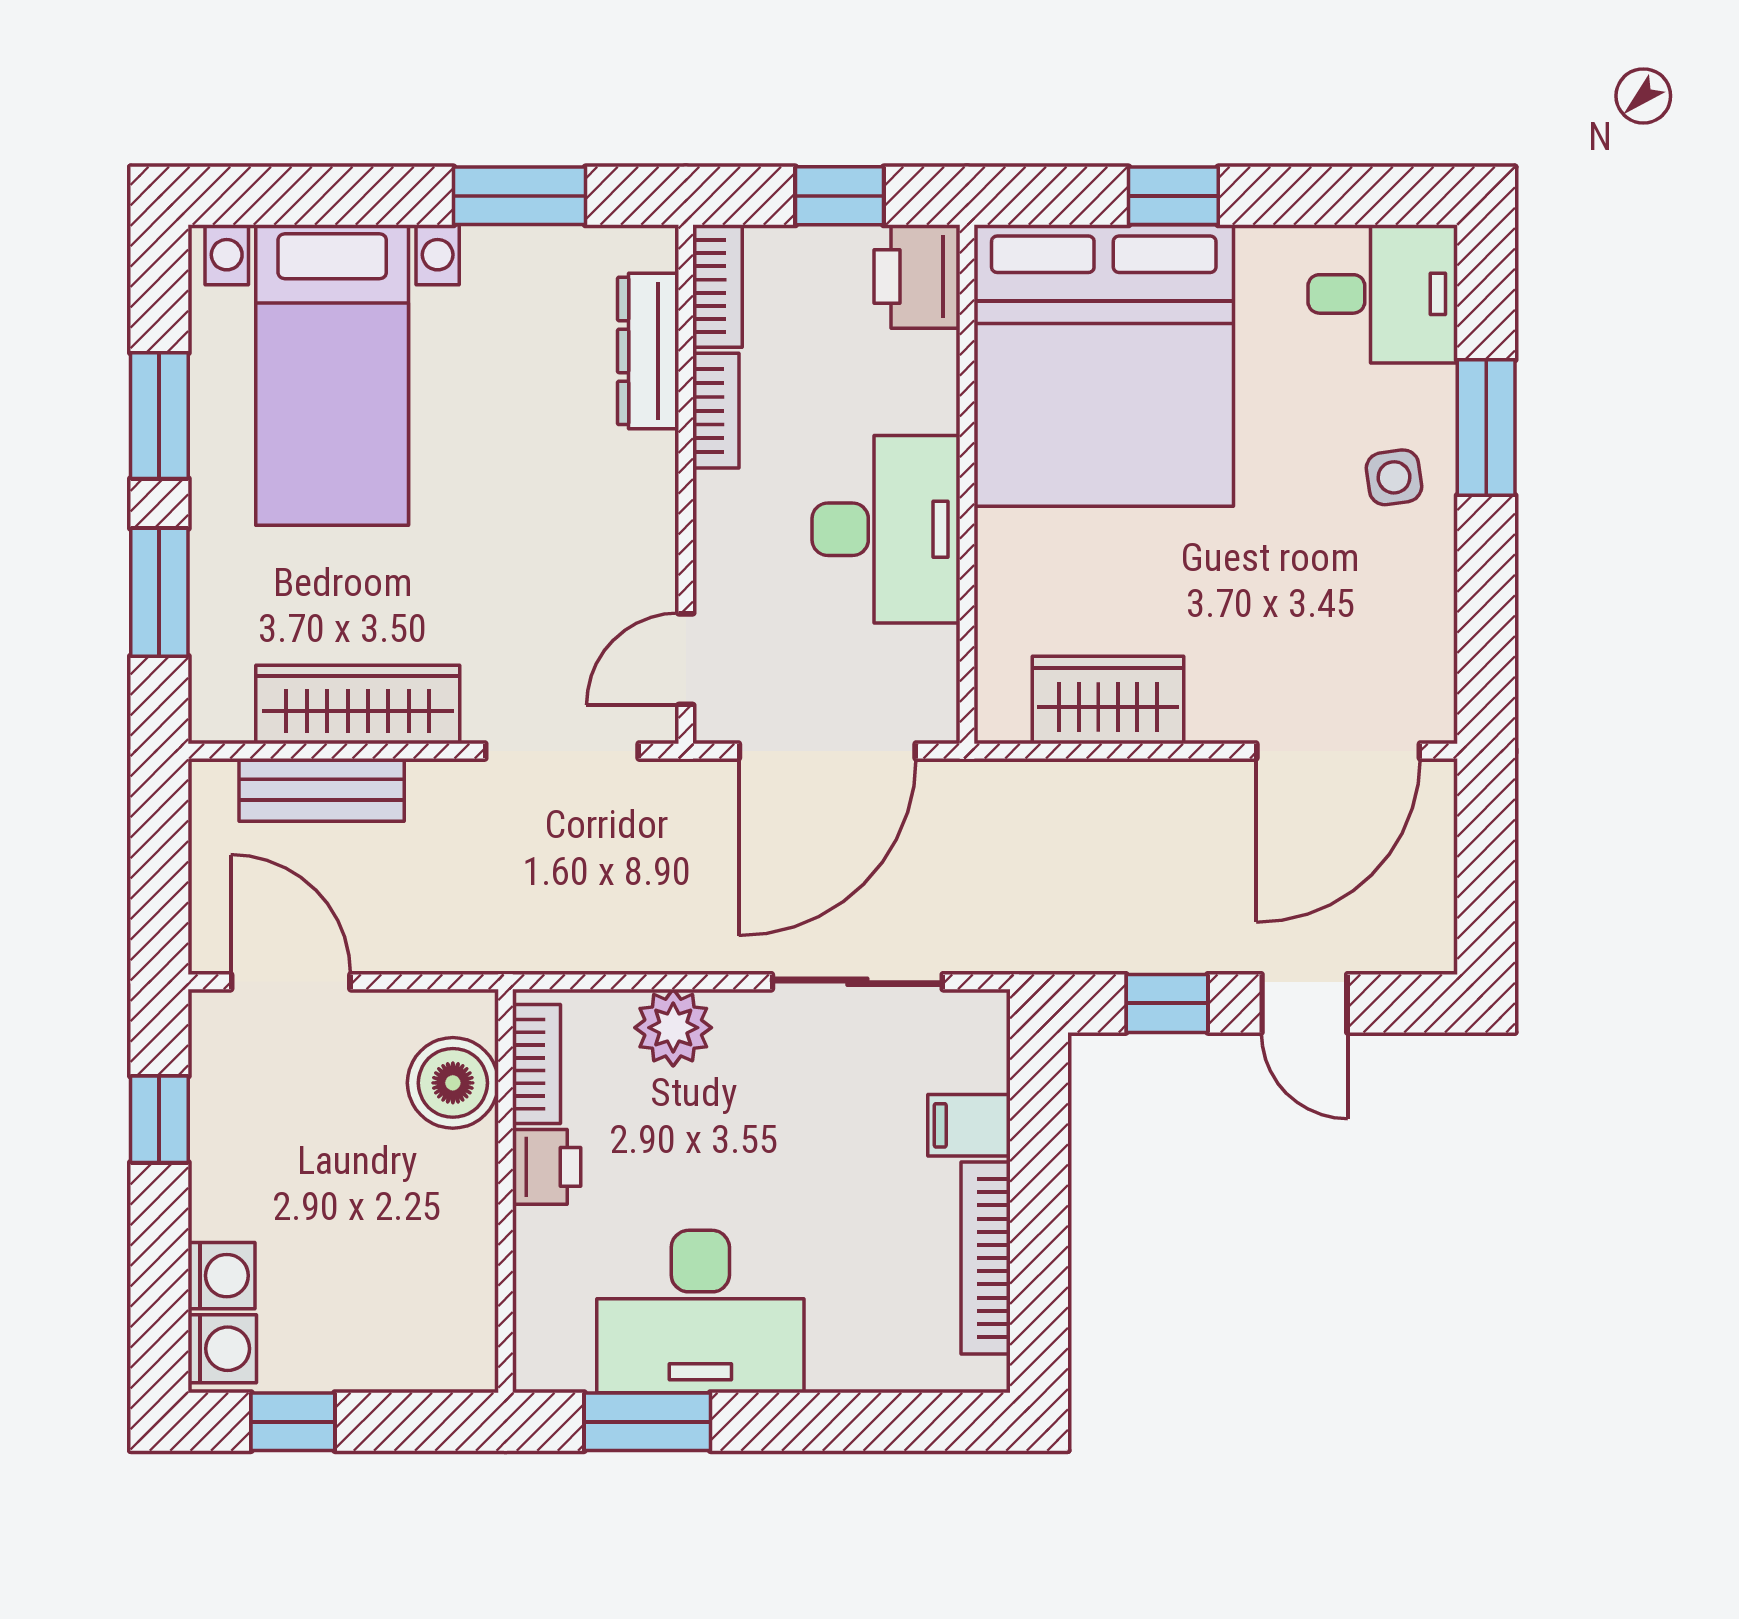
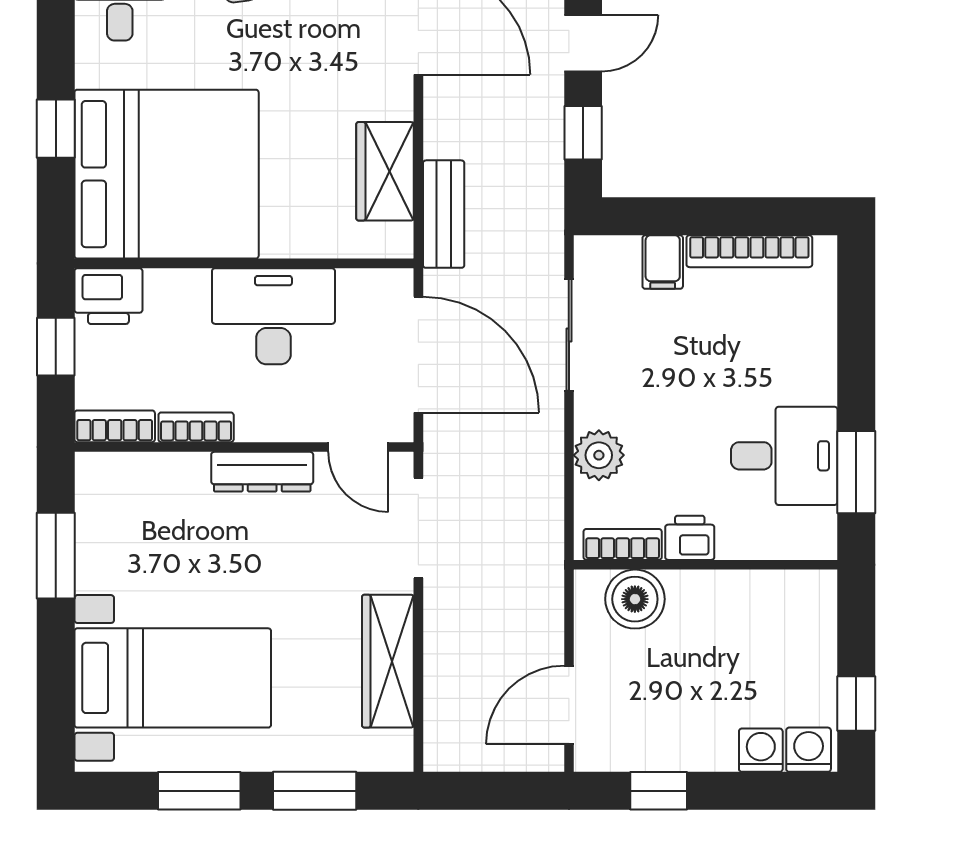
dresser: (648, 351) -> (262, 472), moved
bench: (322, 790) -> (444, 214), moved
desk: (700, 1312) -> (784, 456), width x0.73

